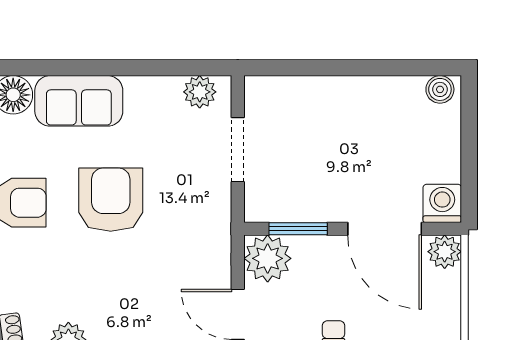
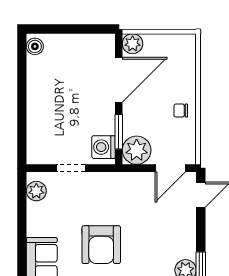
doorway: (238, 150) -> (71, 168), width x0.73
armchair: (111, 200) -> (101, 245), turned -90
washing machine: (442, 203) -> (103, 147), moved

